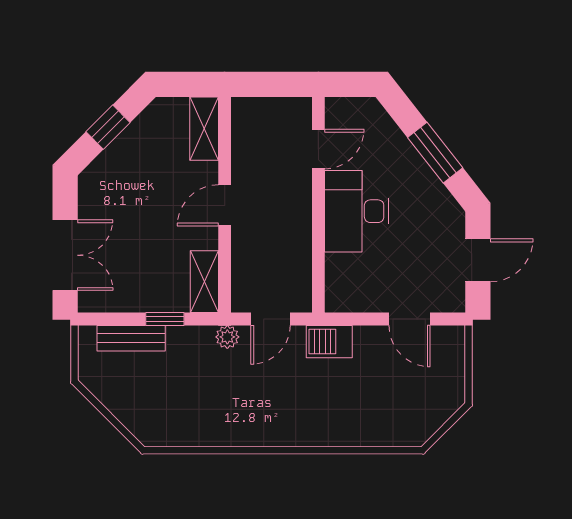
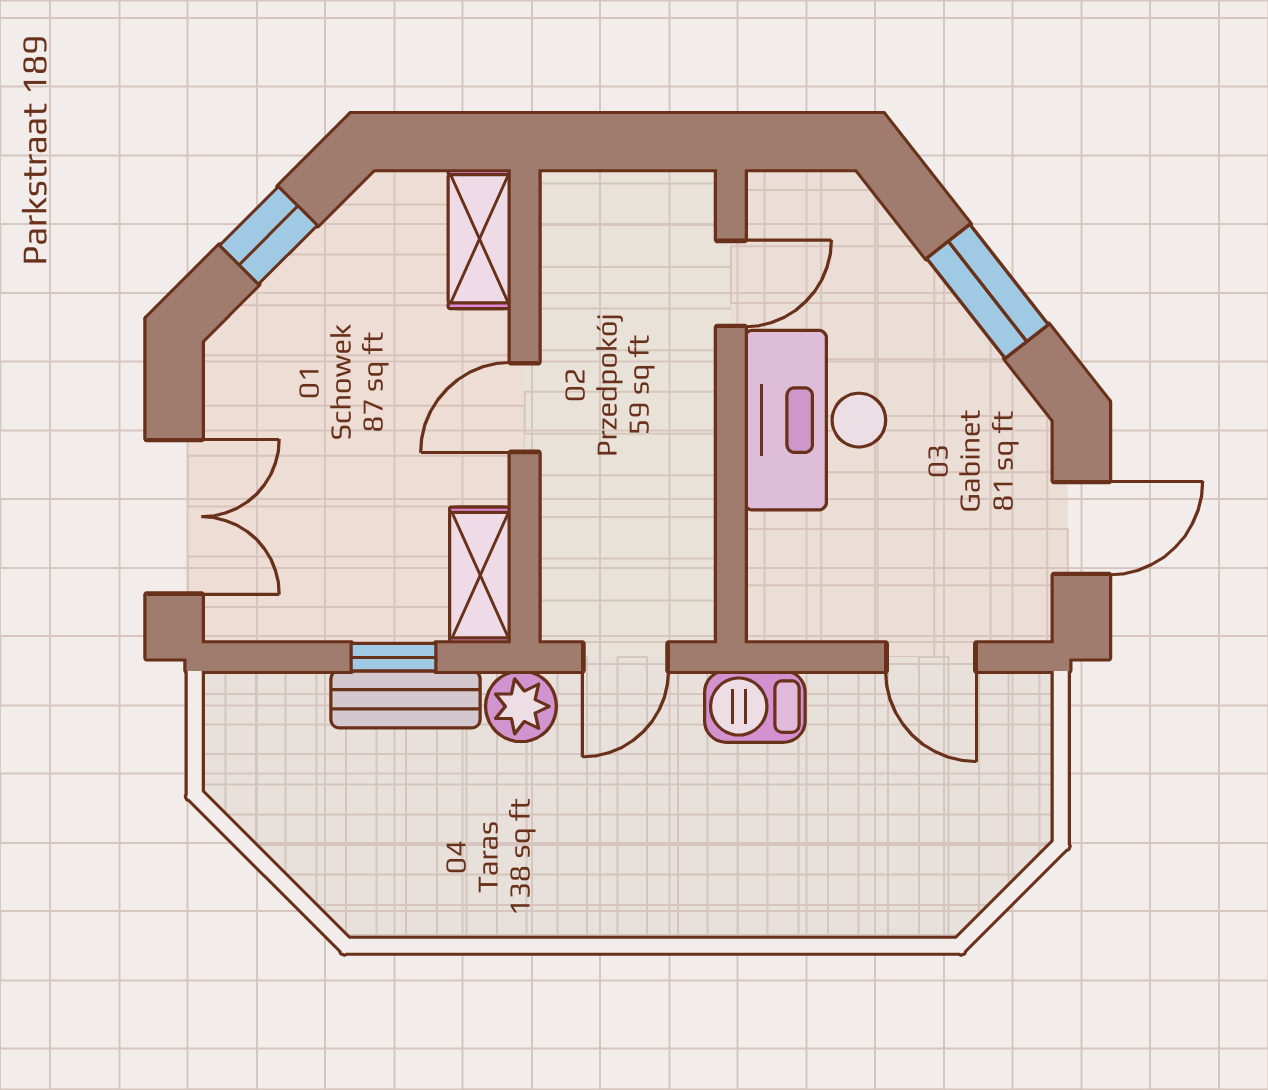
plant: (227, 337) -> (521, 706), width x1.38, depth x1.38
bench: (131, 338) -> (406, 699), moved

